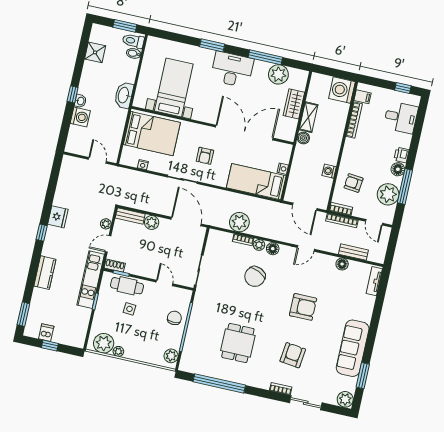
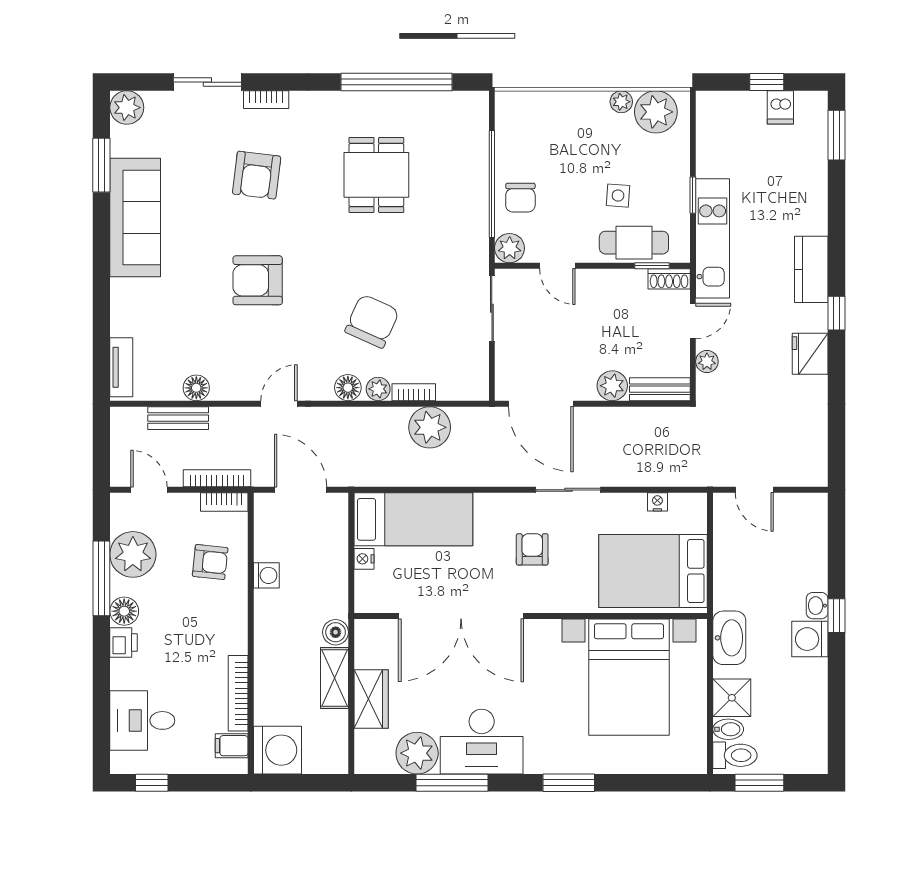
shower: (95, 52) -> (732, 698), moved
desk: (232, 70) -> (482, 742), moved
bed with nightstands: (174, 87) -> (629, 677), width x1.36
washing machine: (80, 117) -> (810, 639), moved
kitchen counter: (45, 273) -> (811, 269), moved
plant: (171, 356) -> (510, 248), moved

